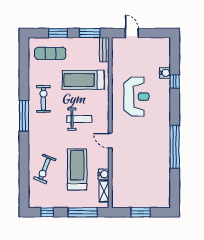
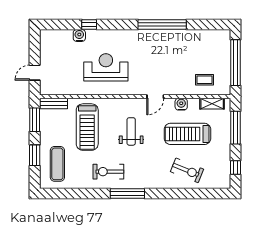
water cooler: (104, 174) -> (181, 104), moved
coffee table: (125, 185) -> (204, 80), added
window: (141, 212) -> (235, 63), width x2.11

